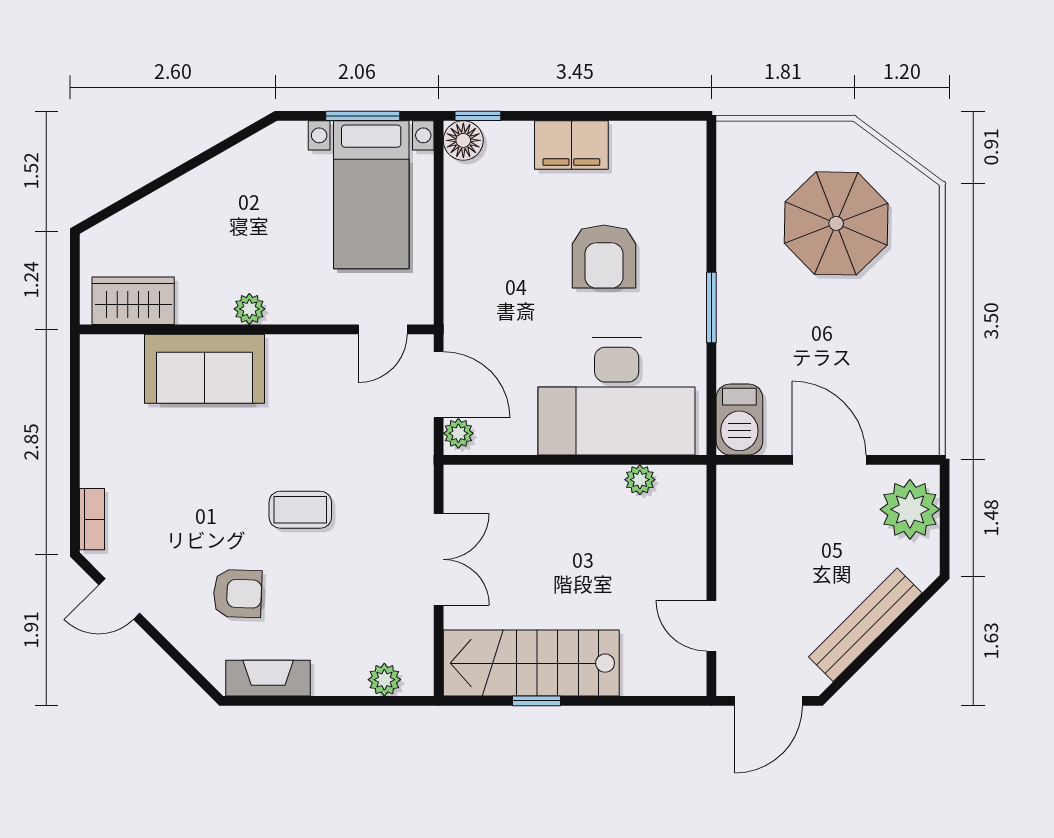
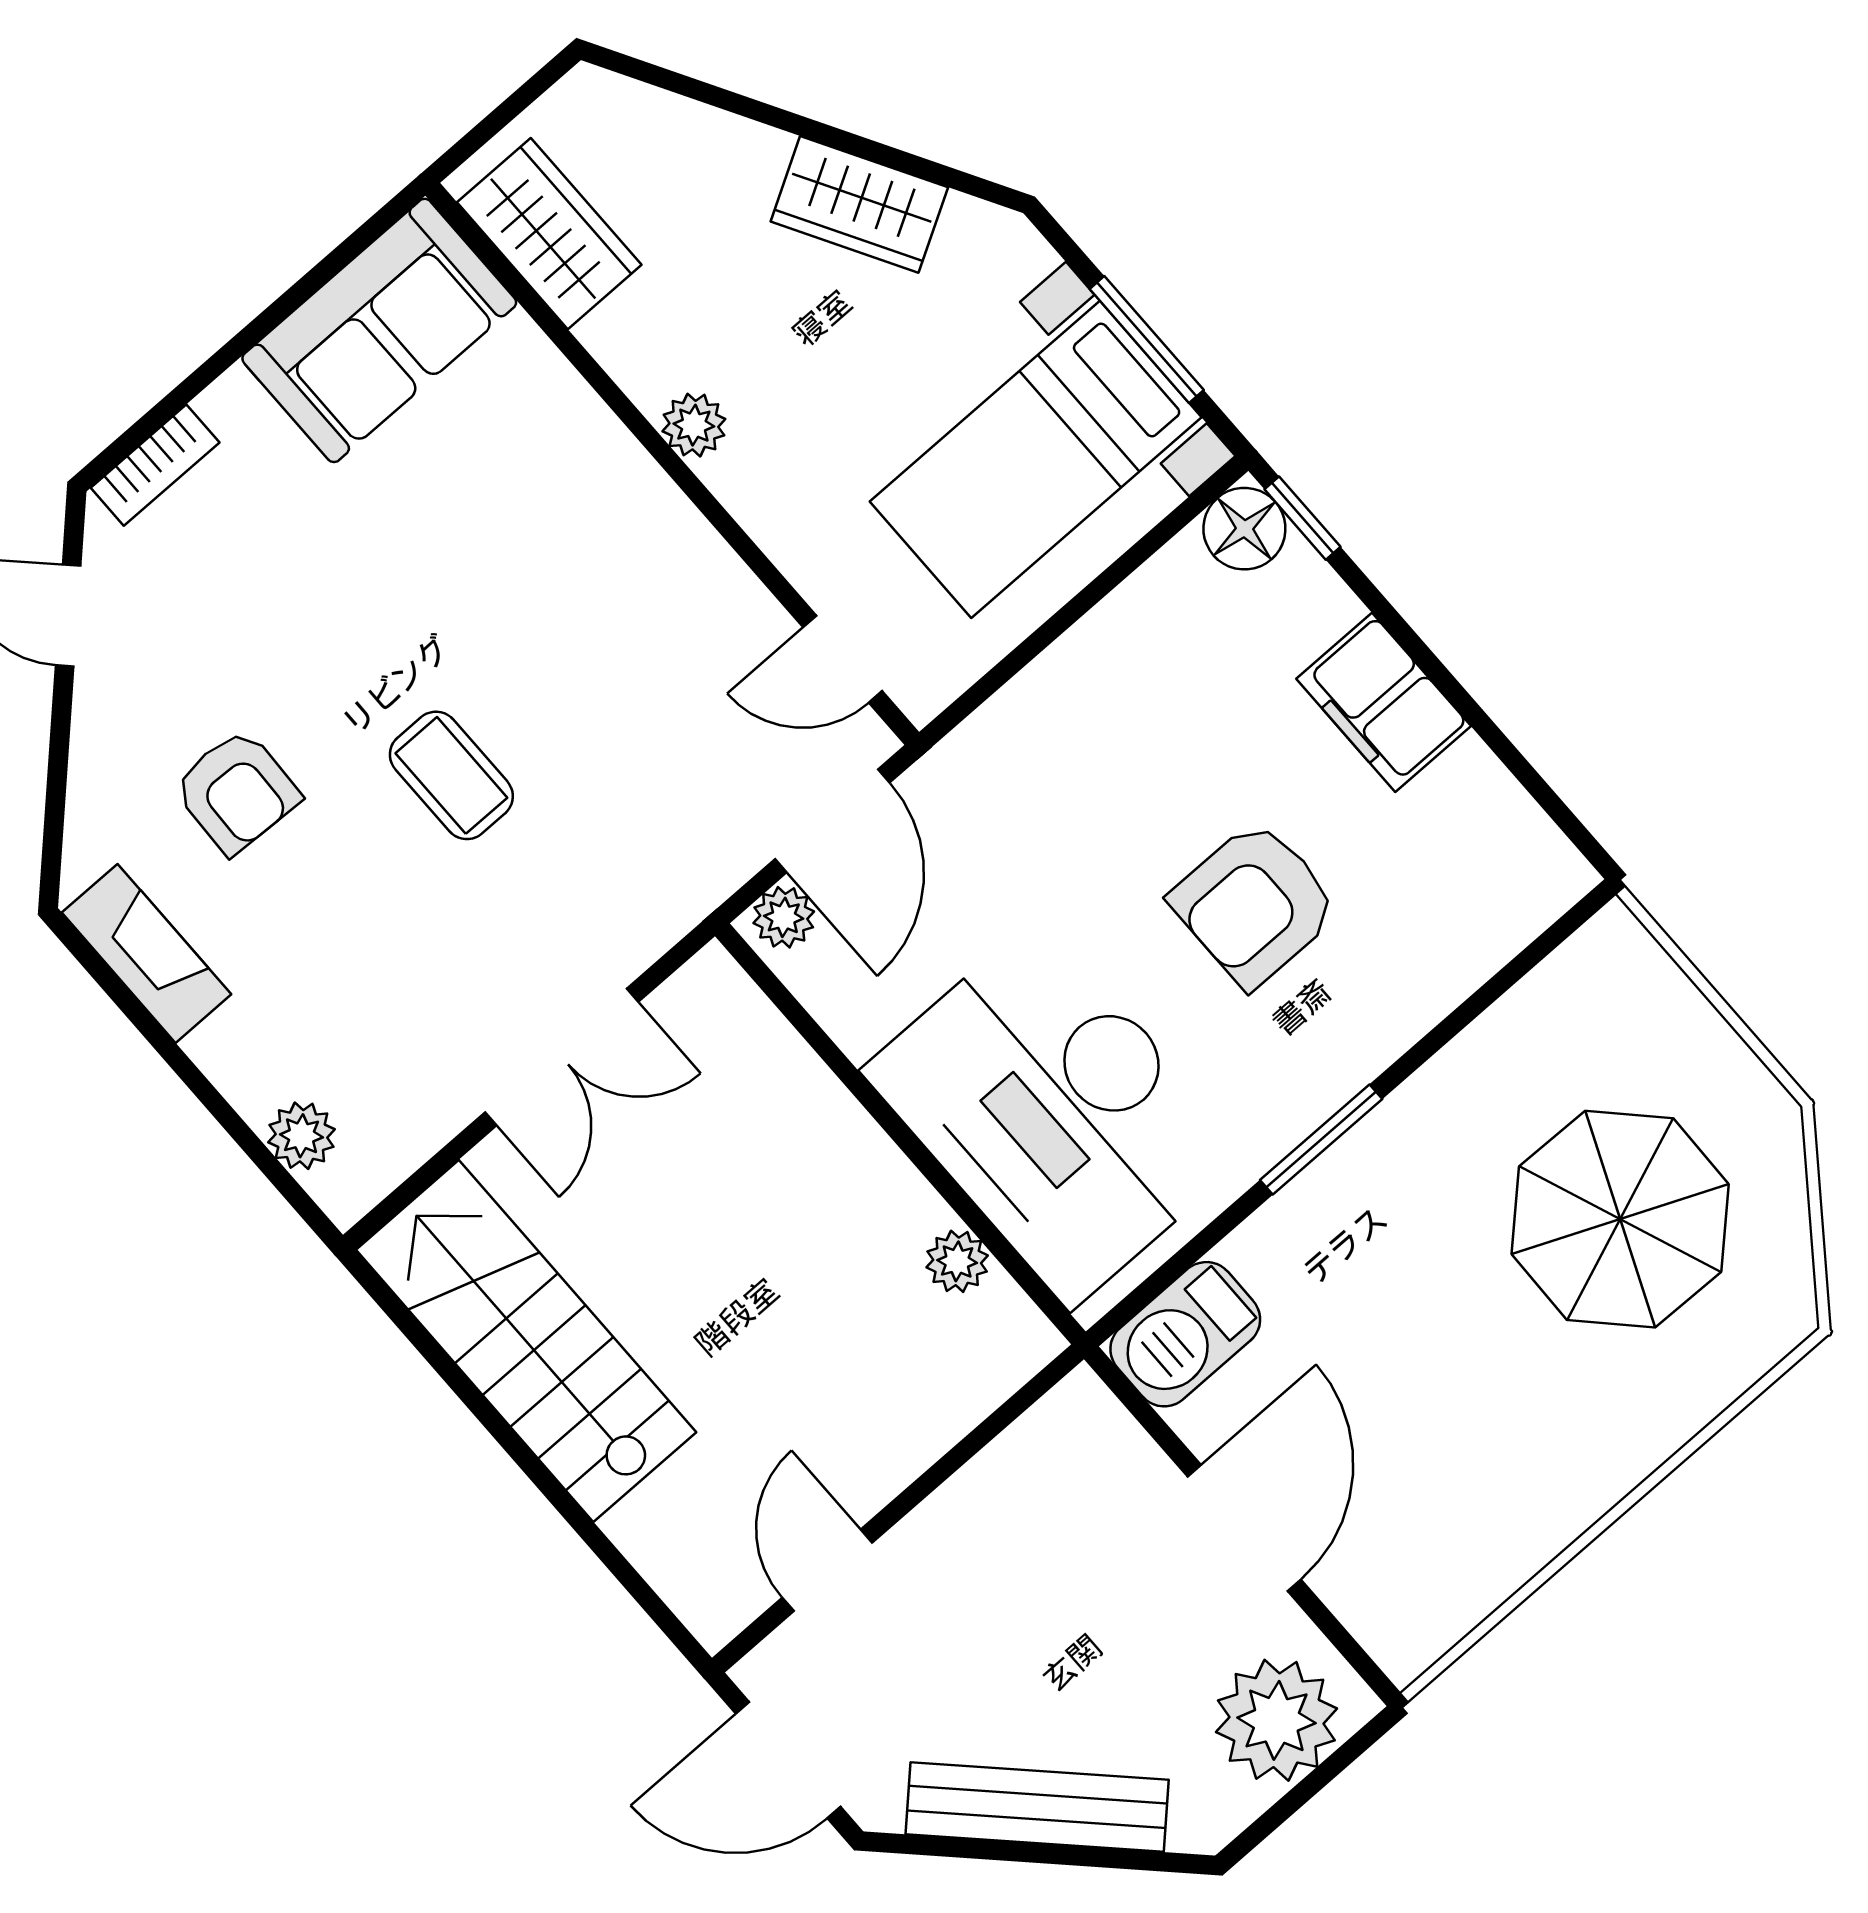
wardrobe: (221, 178) -> (859, 204), added
sofa: (204, 369) -> (379, 330), moved, turned -90
window: (537, 701) -> (474, 1400), removed

